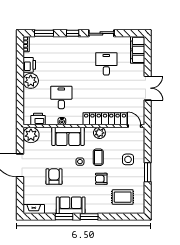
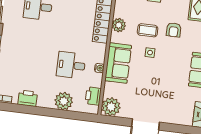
plant: (31, 81) -> (64, 101), moved
armchair: (54, 177) -> (164, 86), removed

